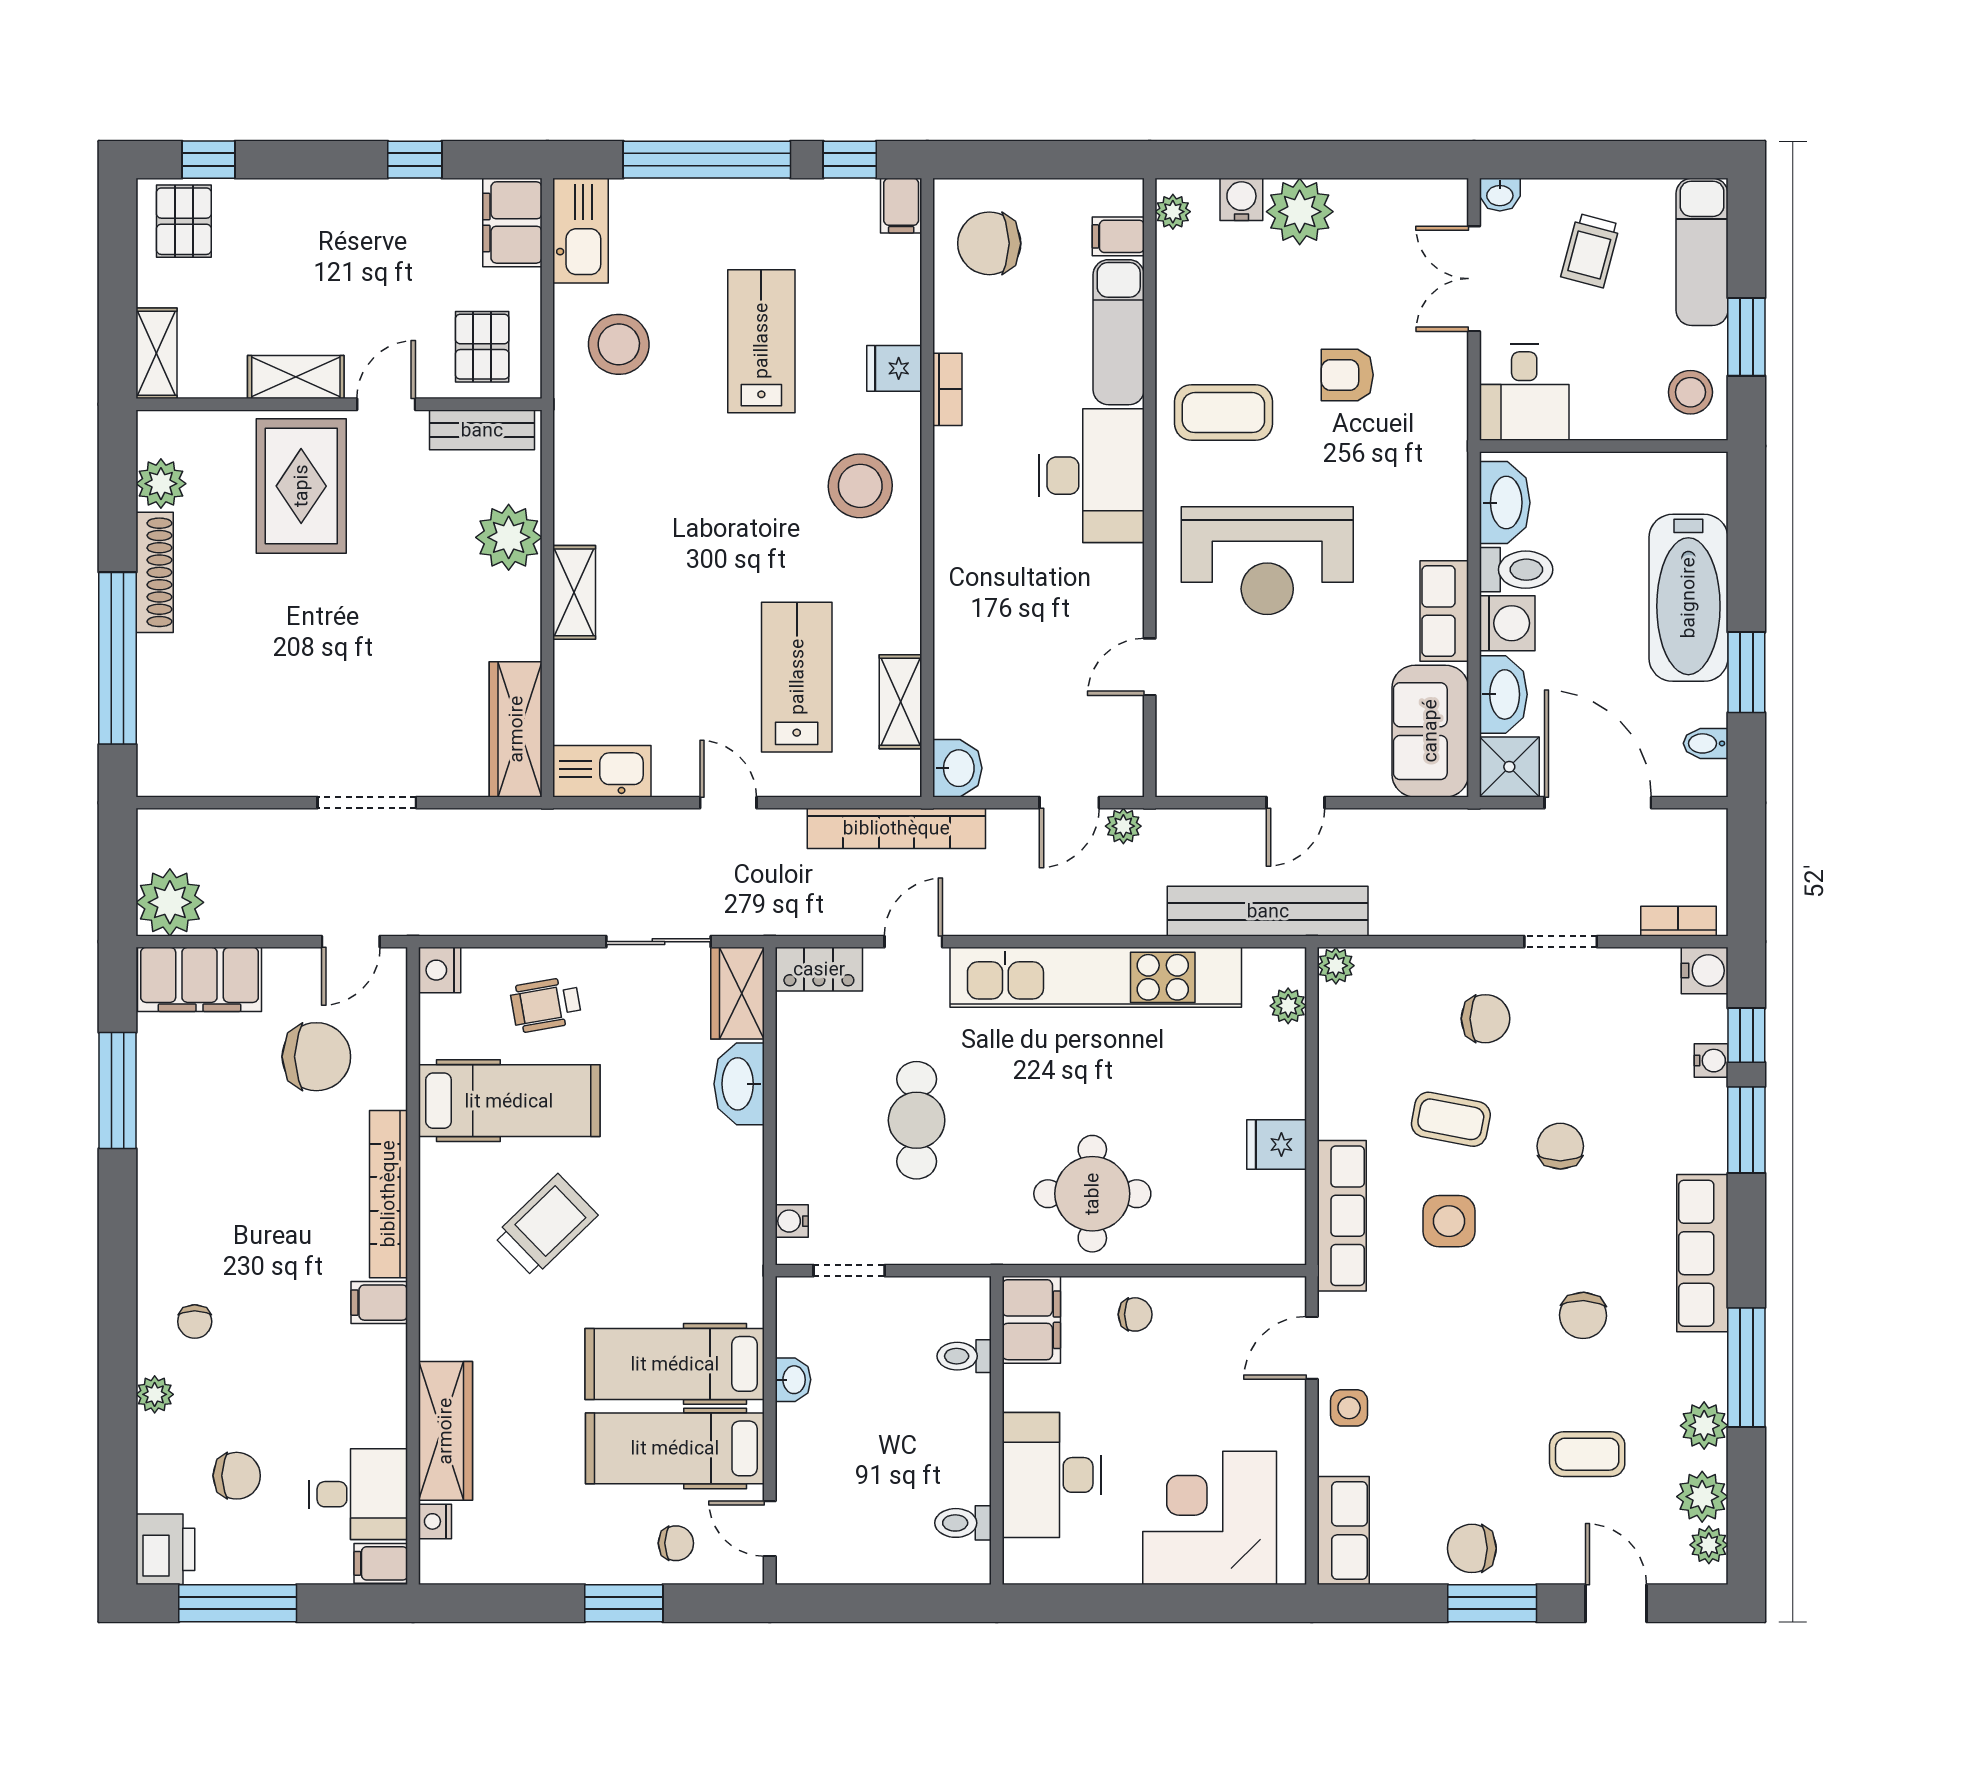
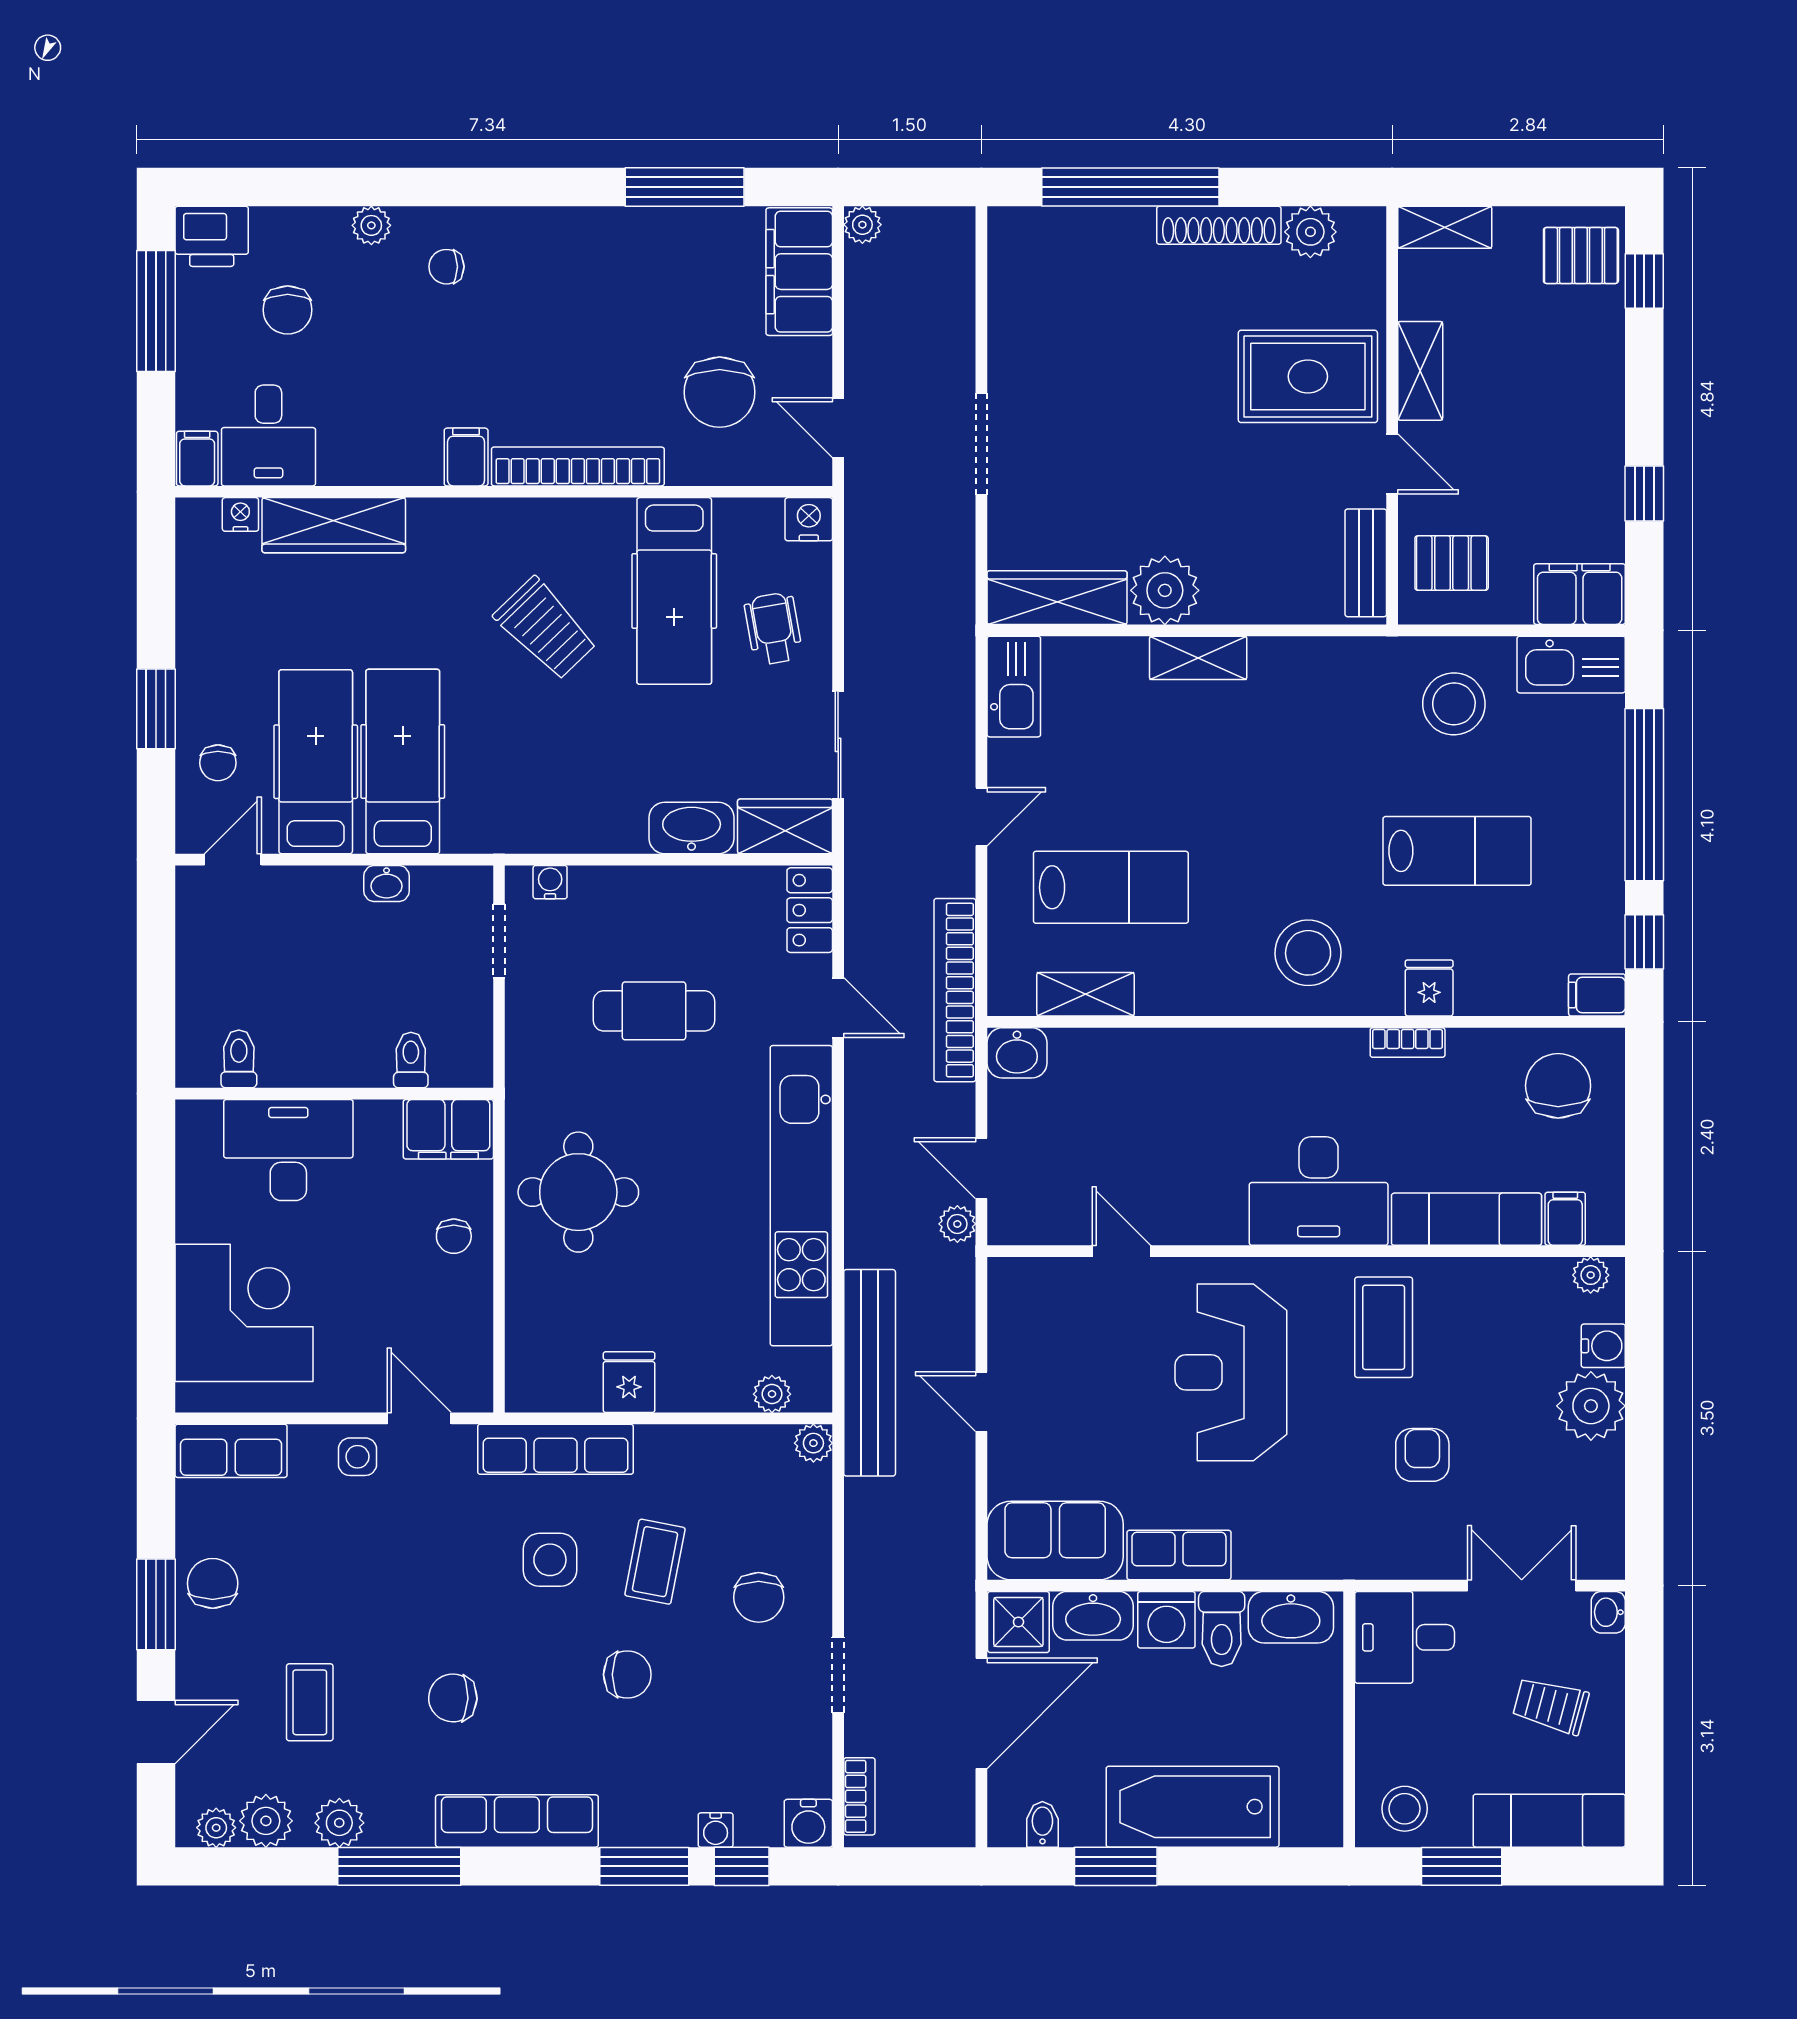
plant: (509, 537) -> (1165, 590), moved
plant: (170, 902) -> (862, 225), width x0.53, depth x0.53

